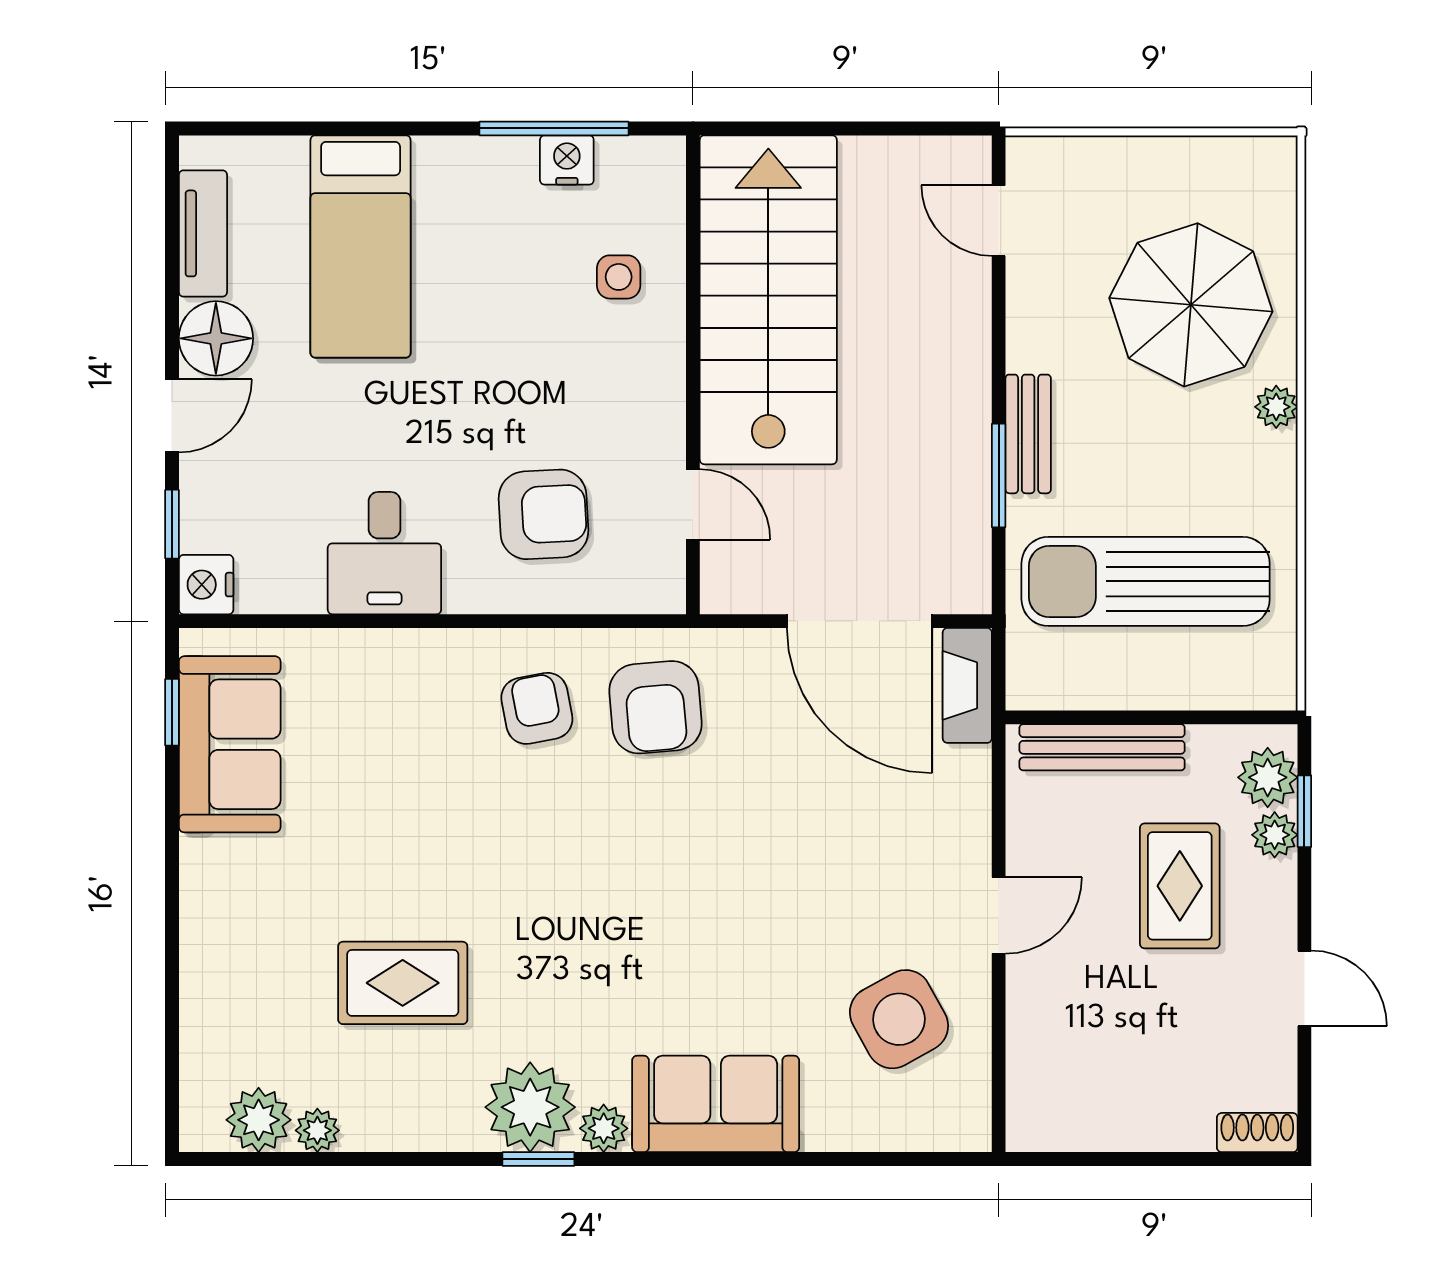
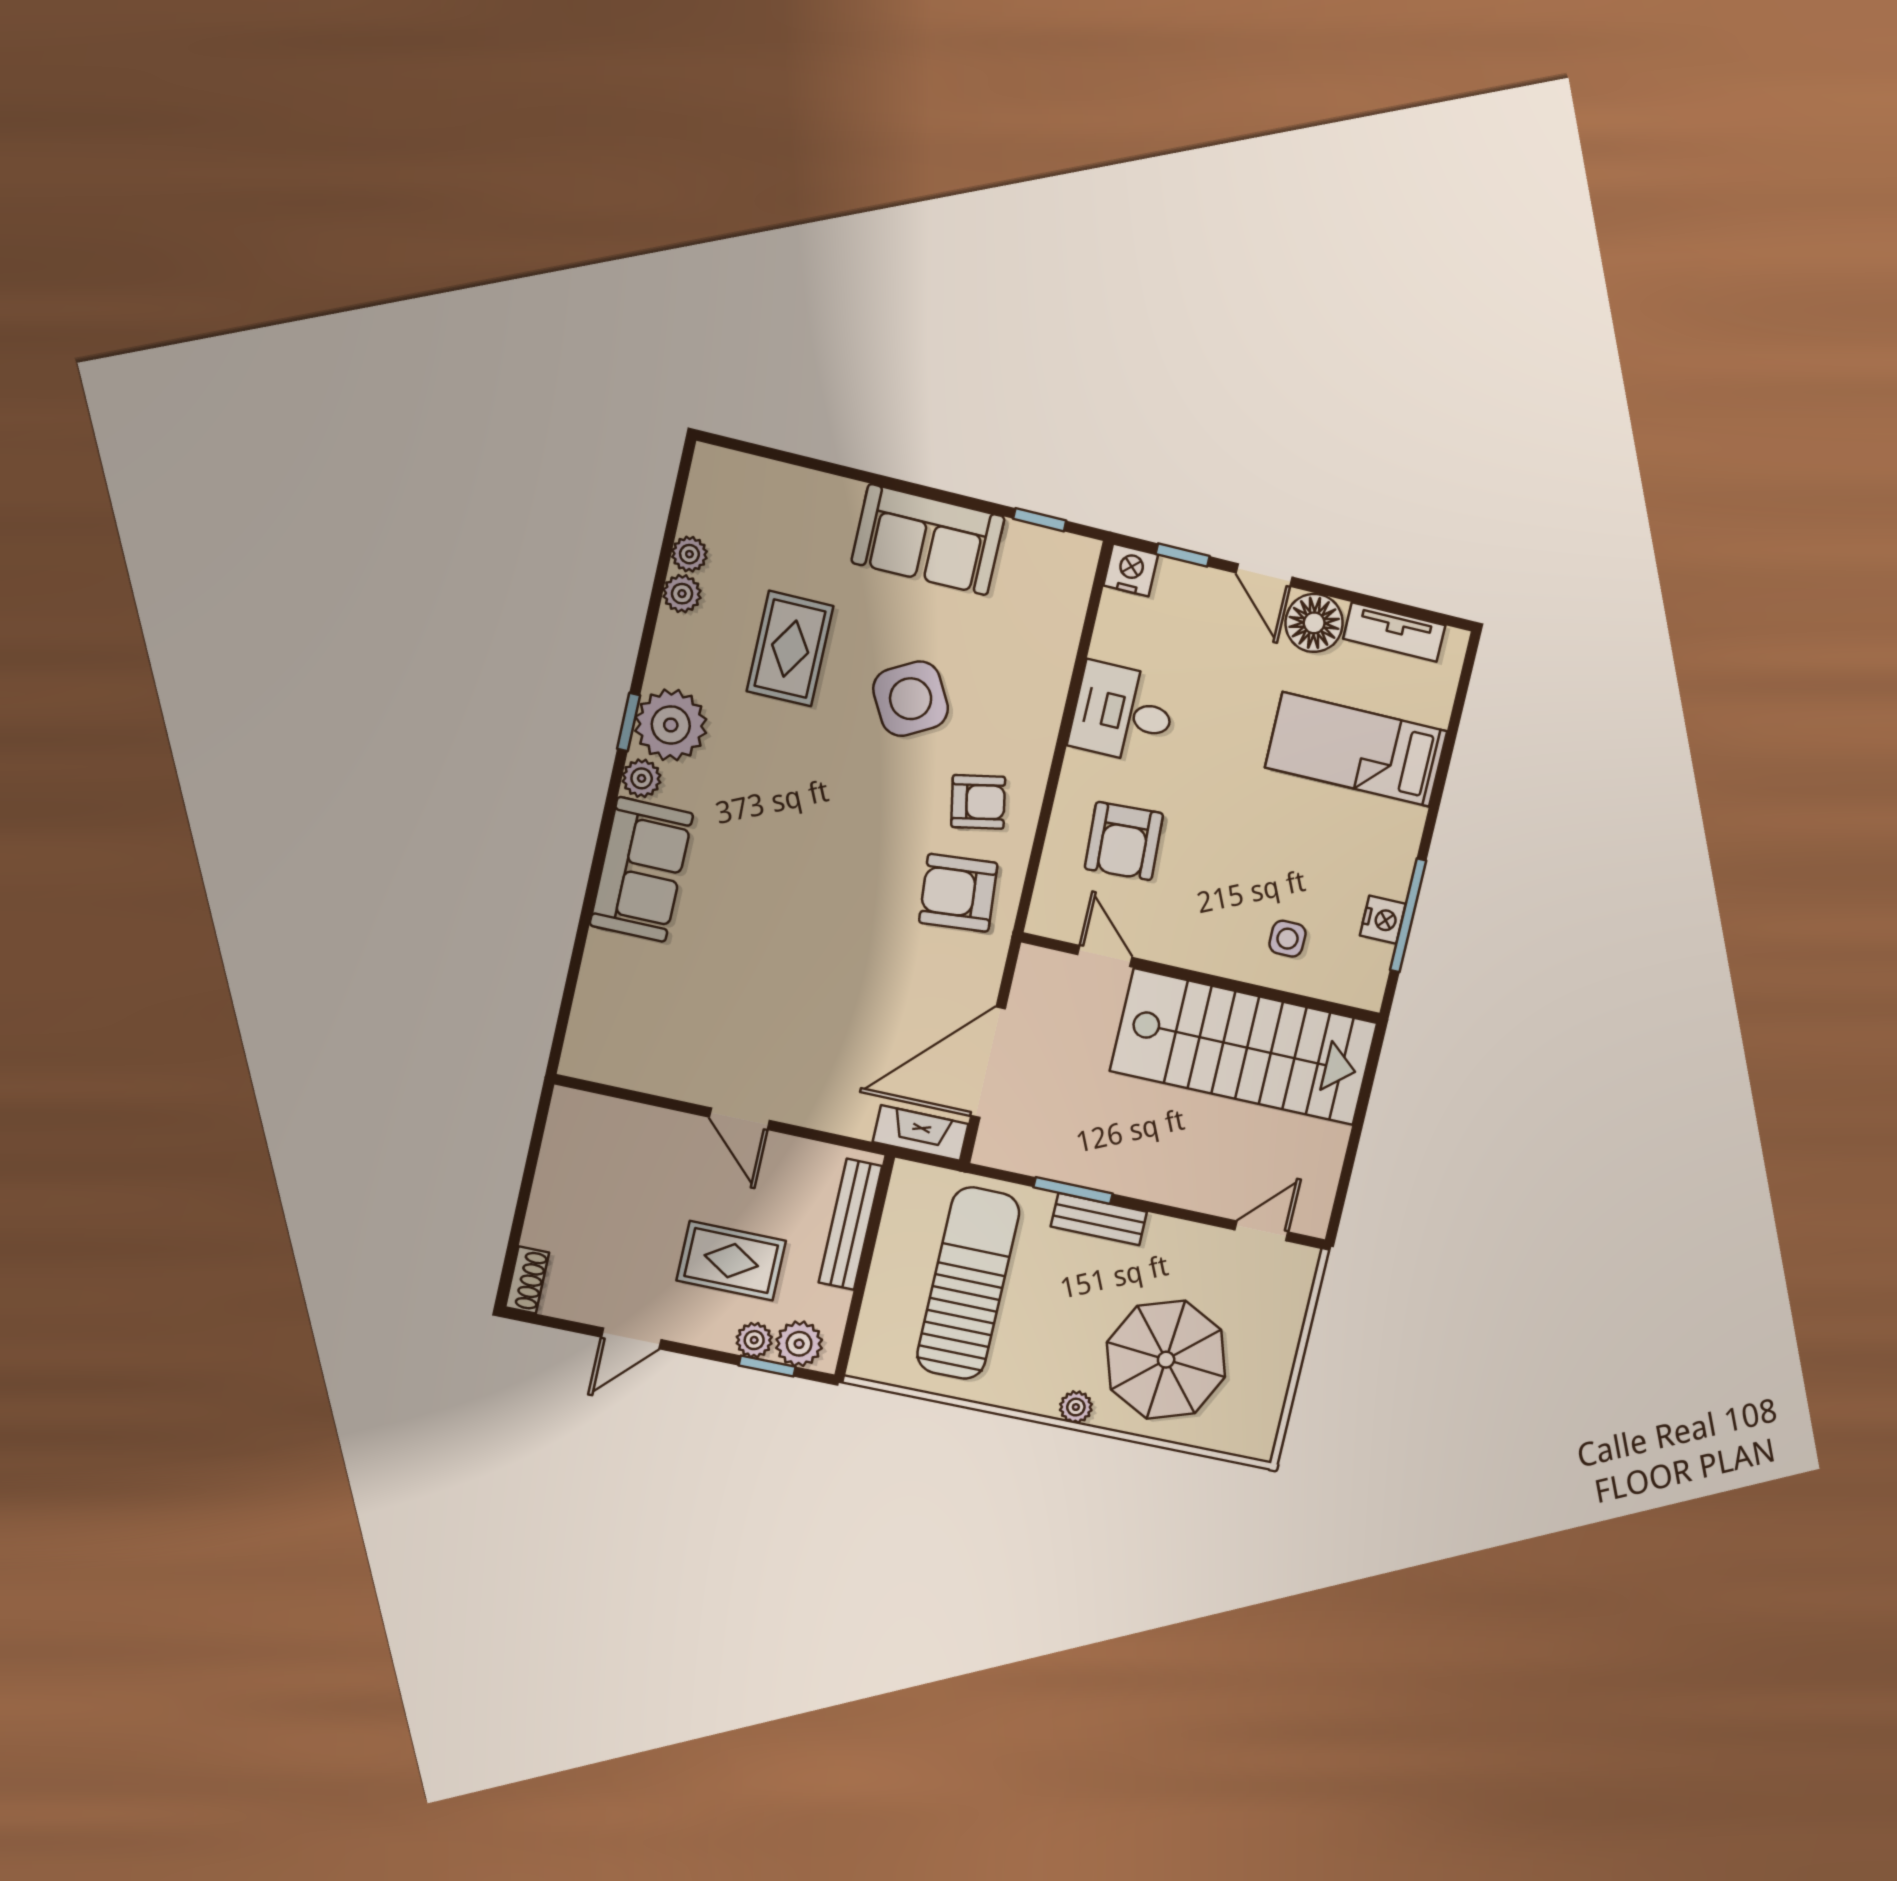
door: (693, 505) -> (1105, 956), swing flipped
sofa: (230, 744) -> (928, 540), moved
side table: (899, 1019) -> (911, 699), moved
plant: (259, 1120) -> (682, 594), moved, width x0.73, depth x0.73

